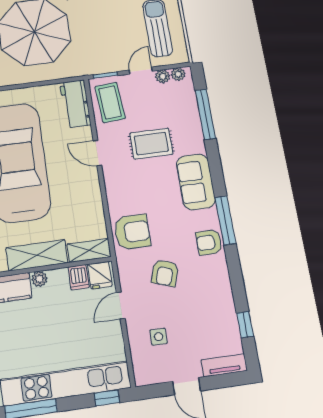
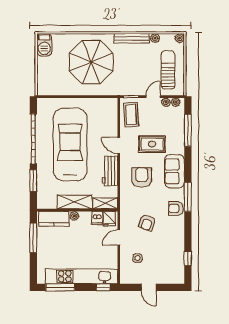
workbench: (75, 104) -> (110, 171), moved
armchair: (132, 232) -> (142, 177), moved, turned -90
tv unit: (224, 365) -> (172, 279), removed

